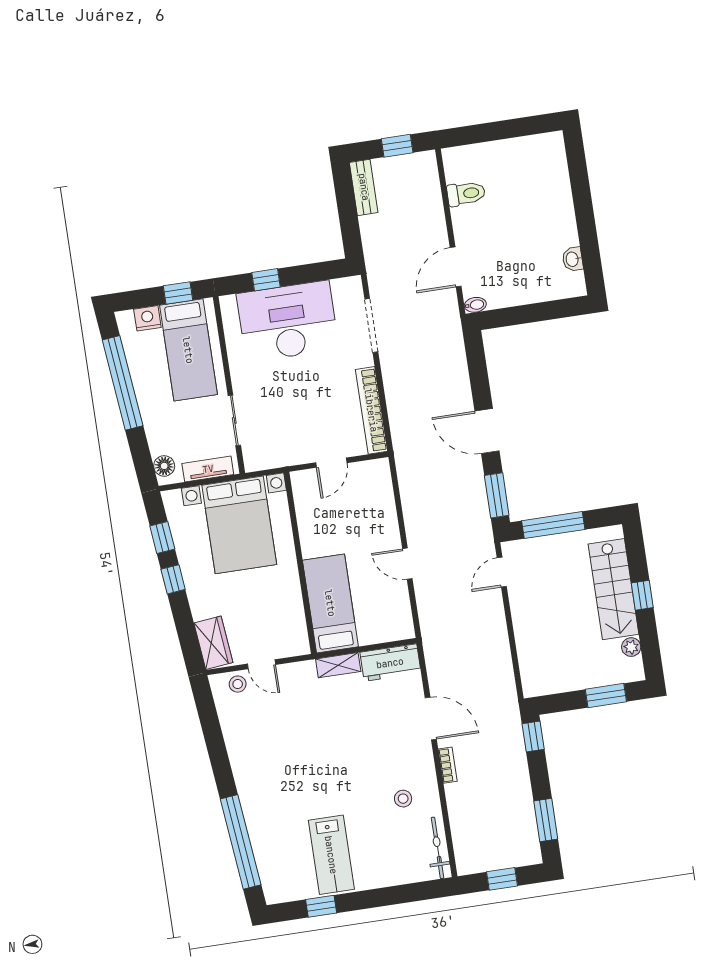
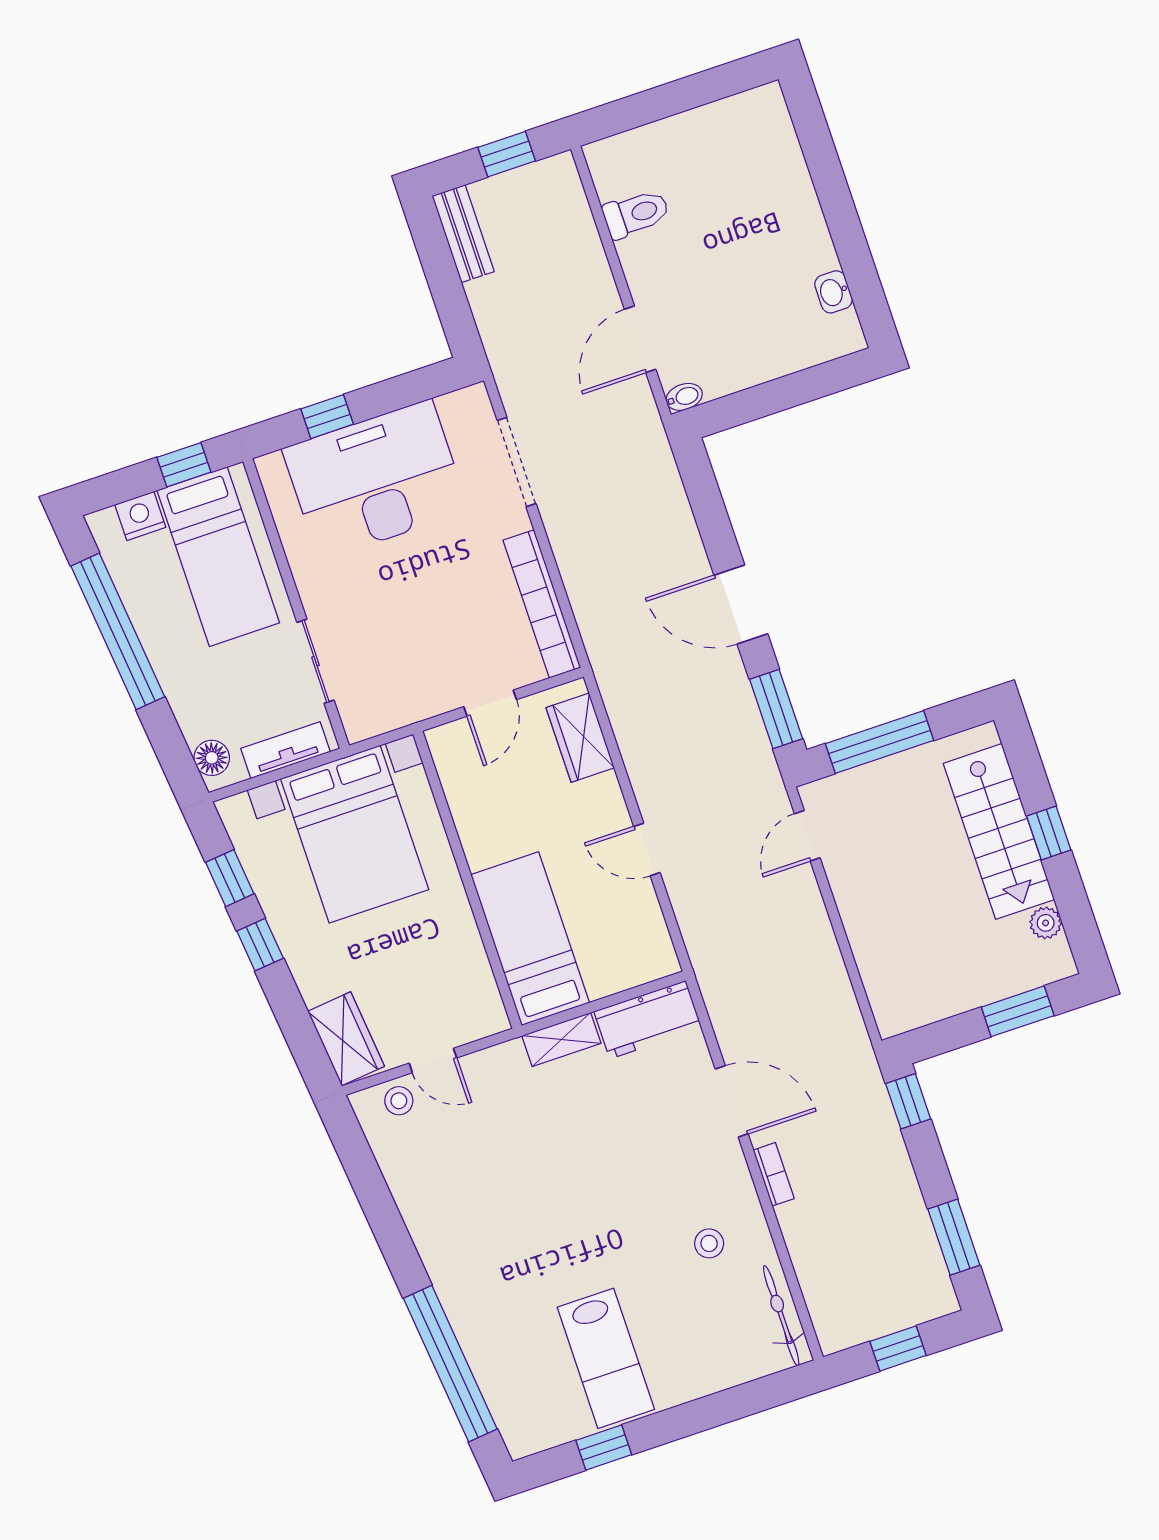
wardrobe: (380, 492) -> (580, 738), added

